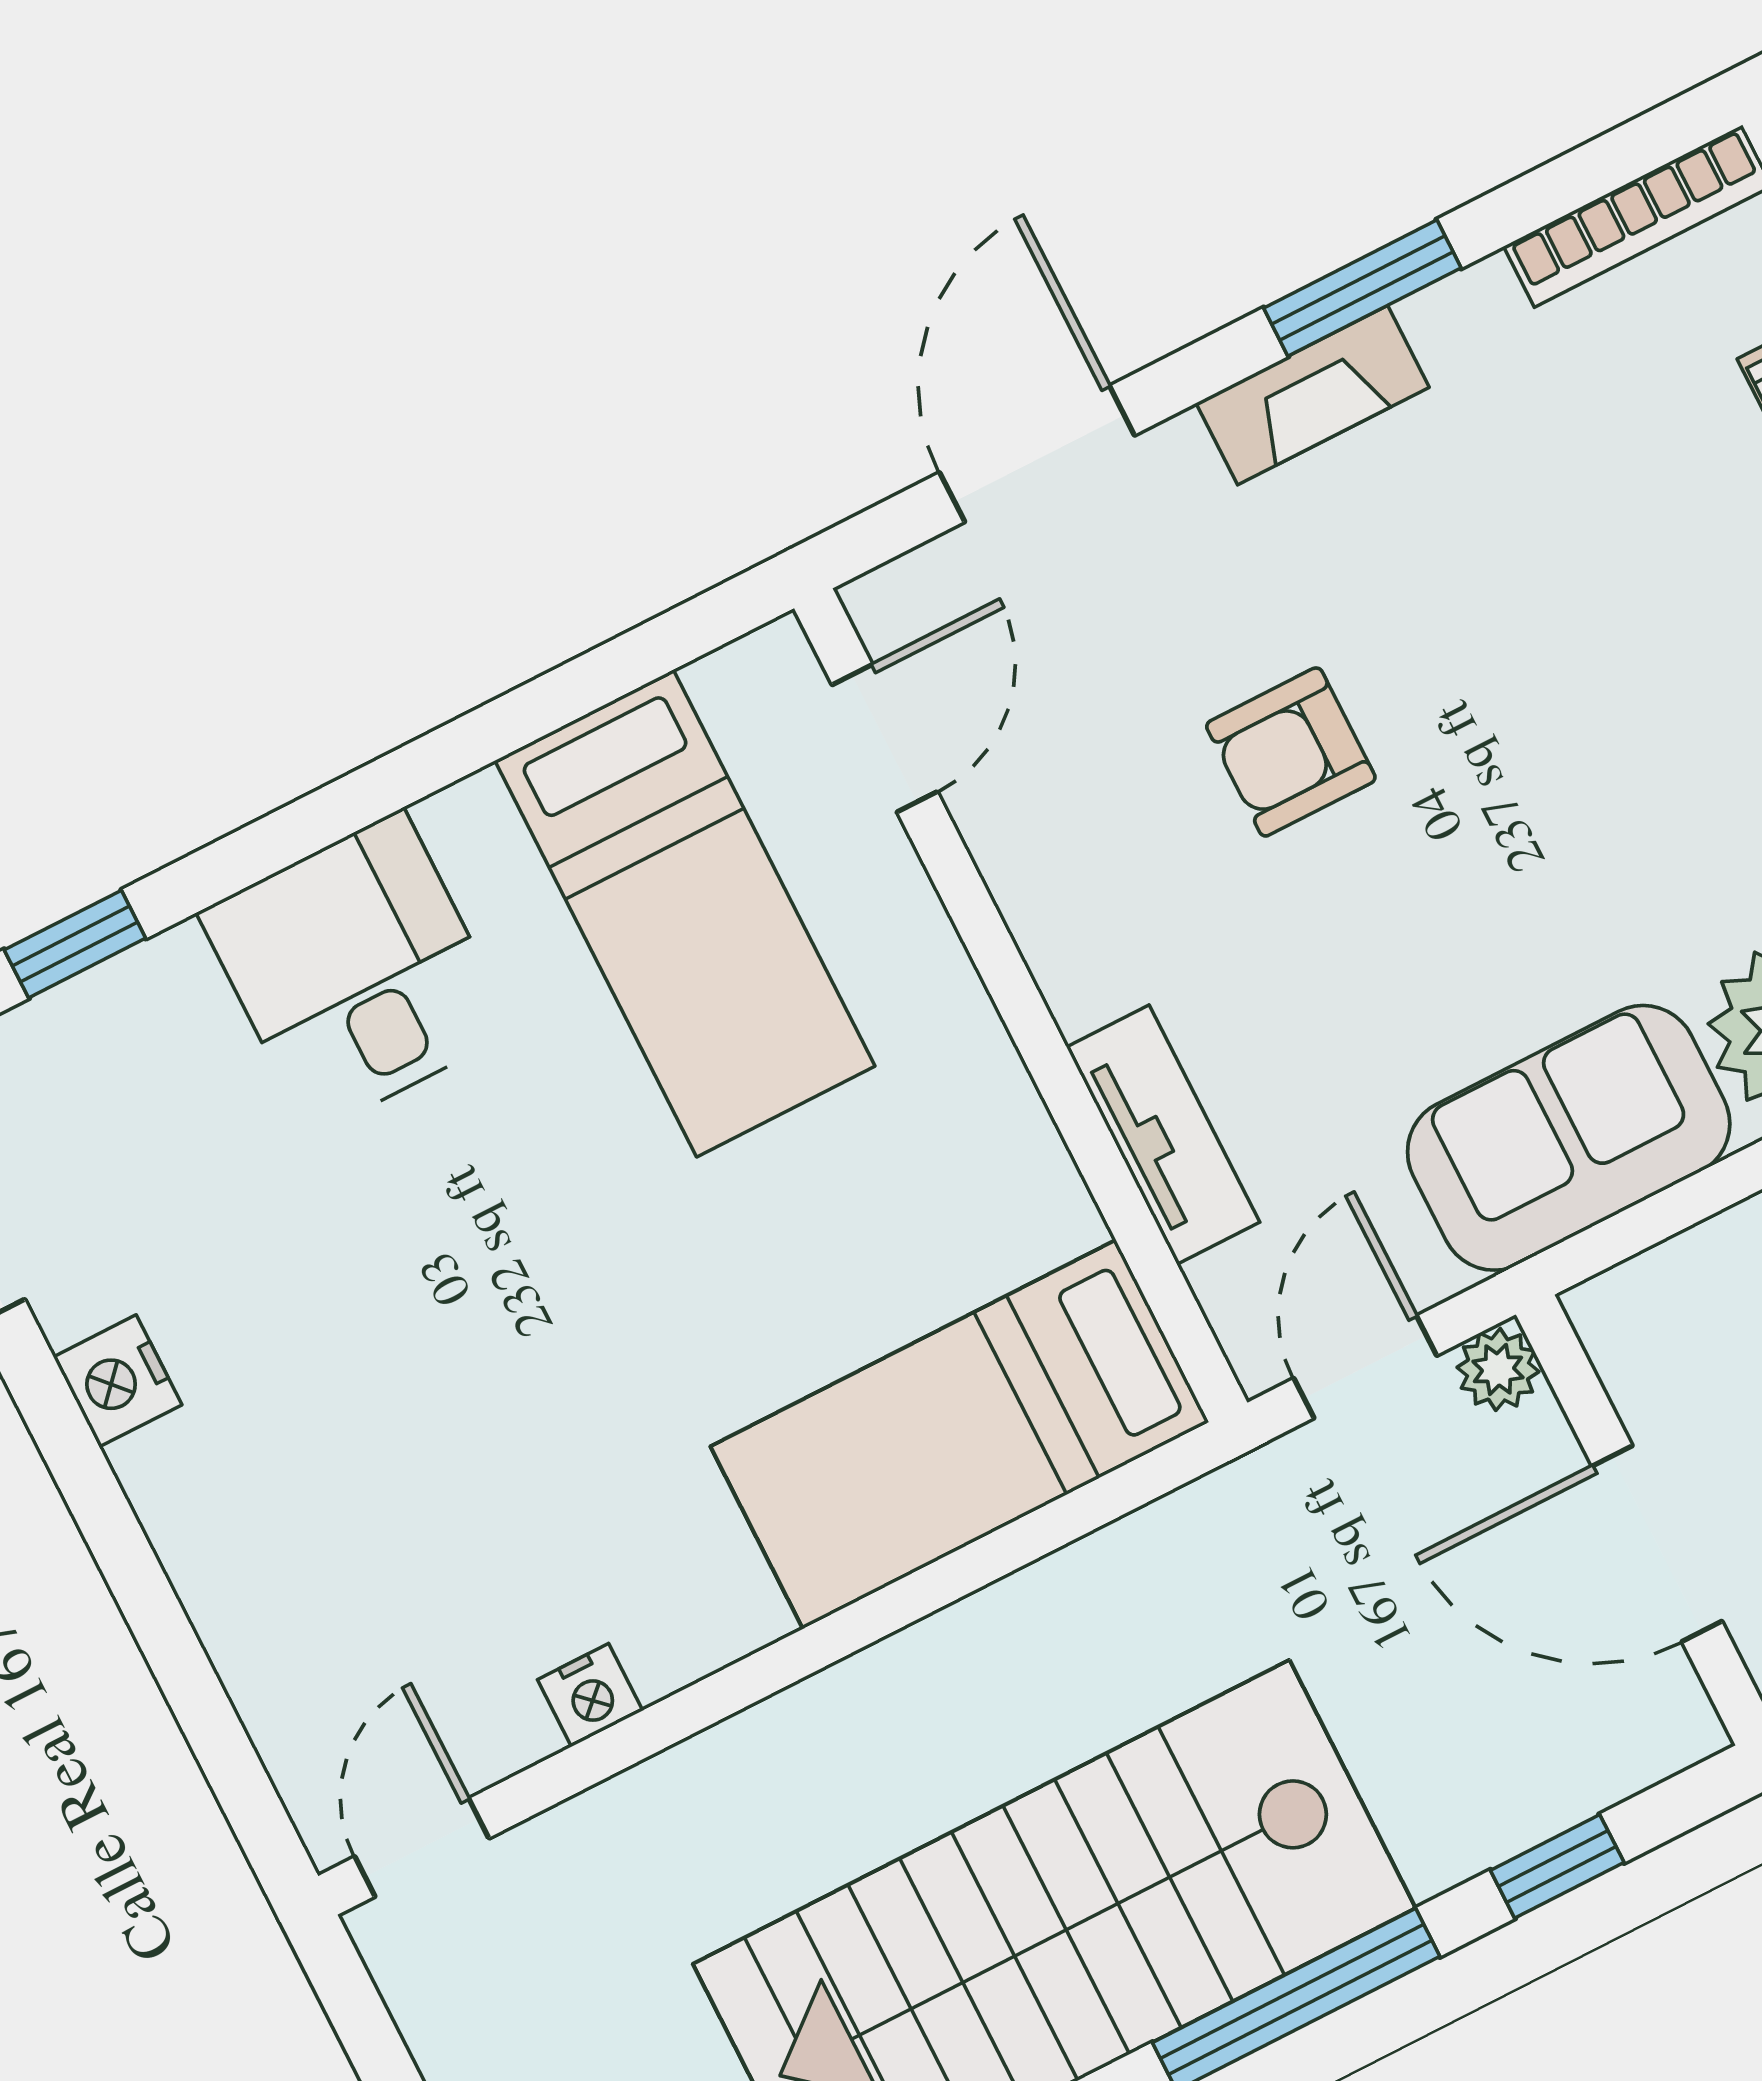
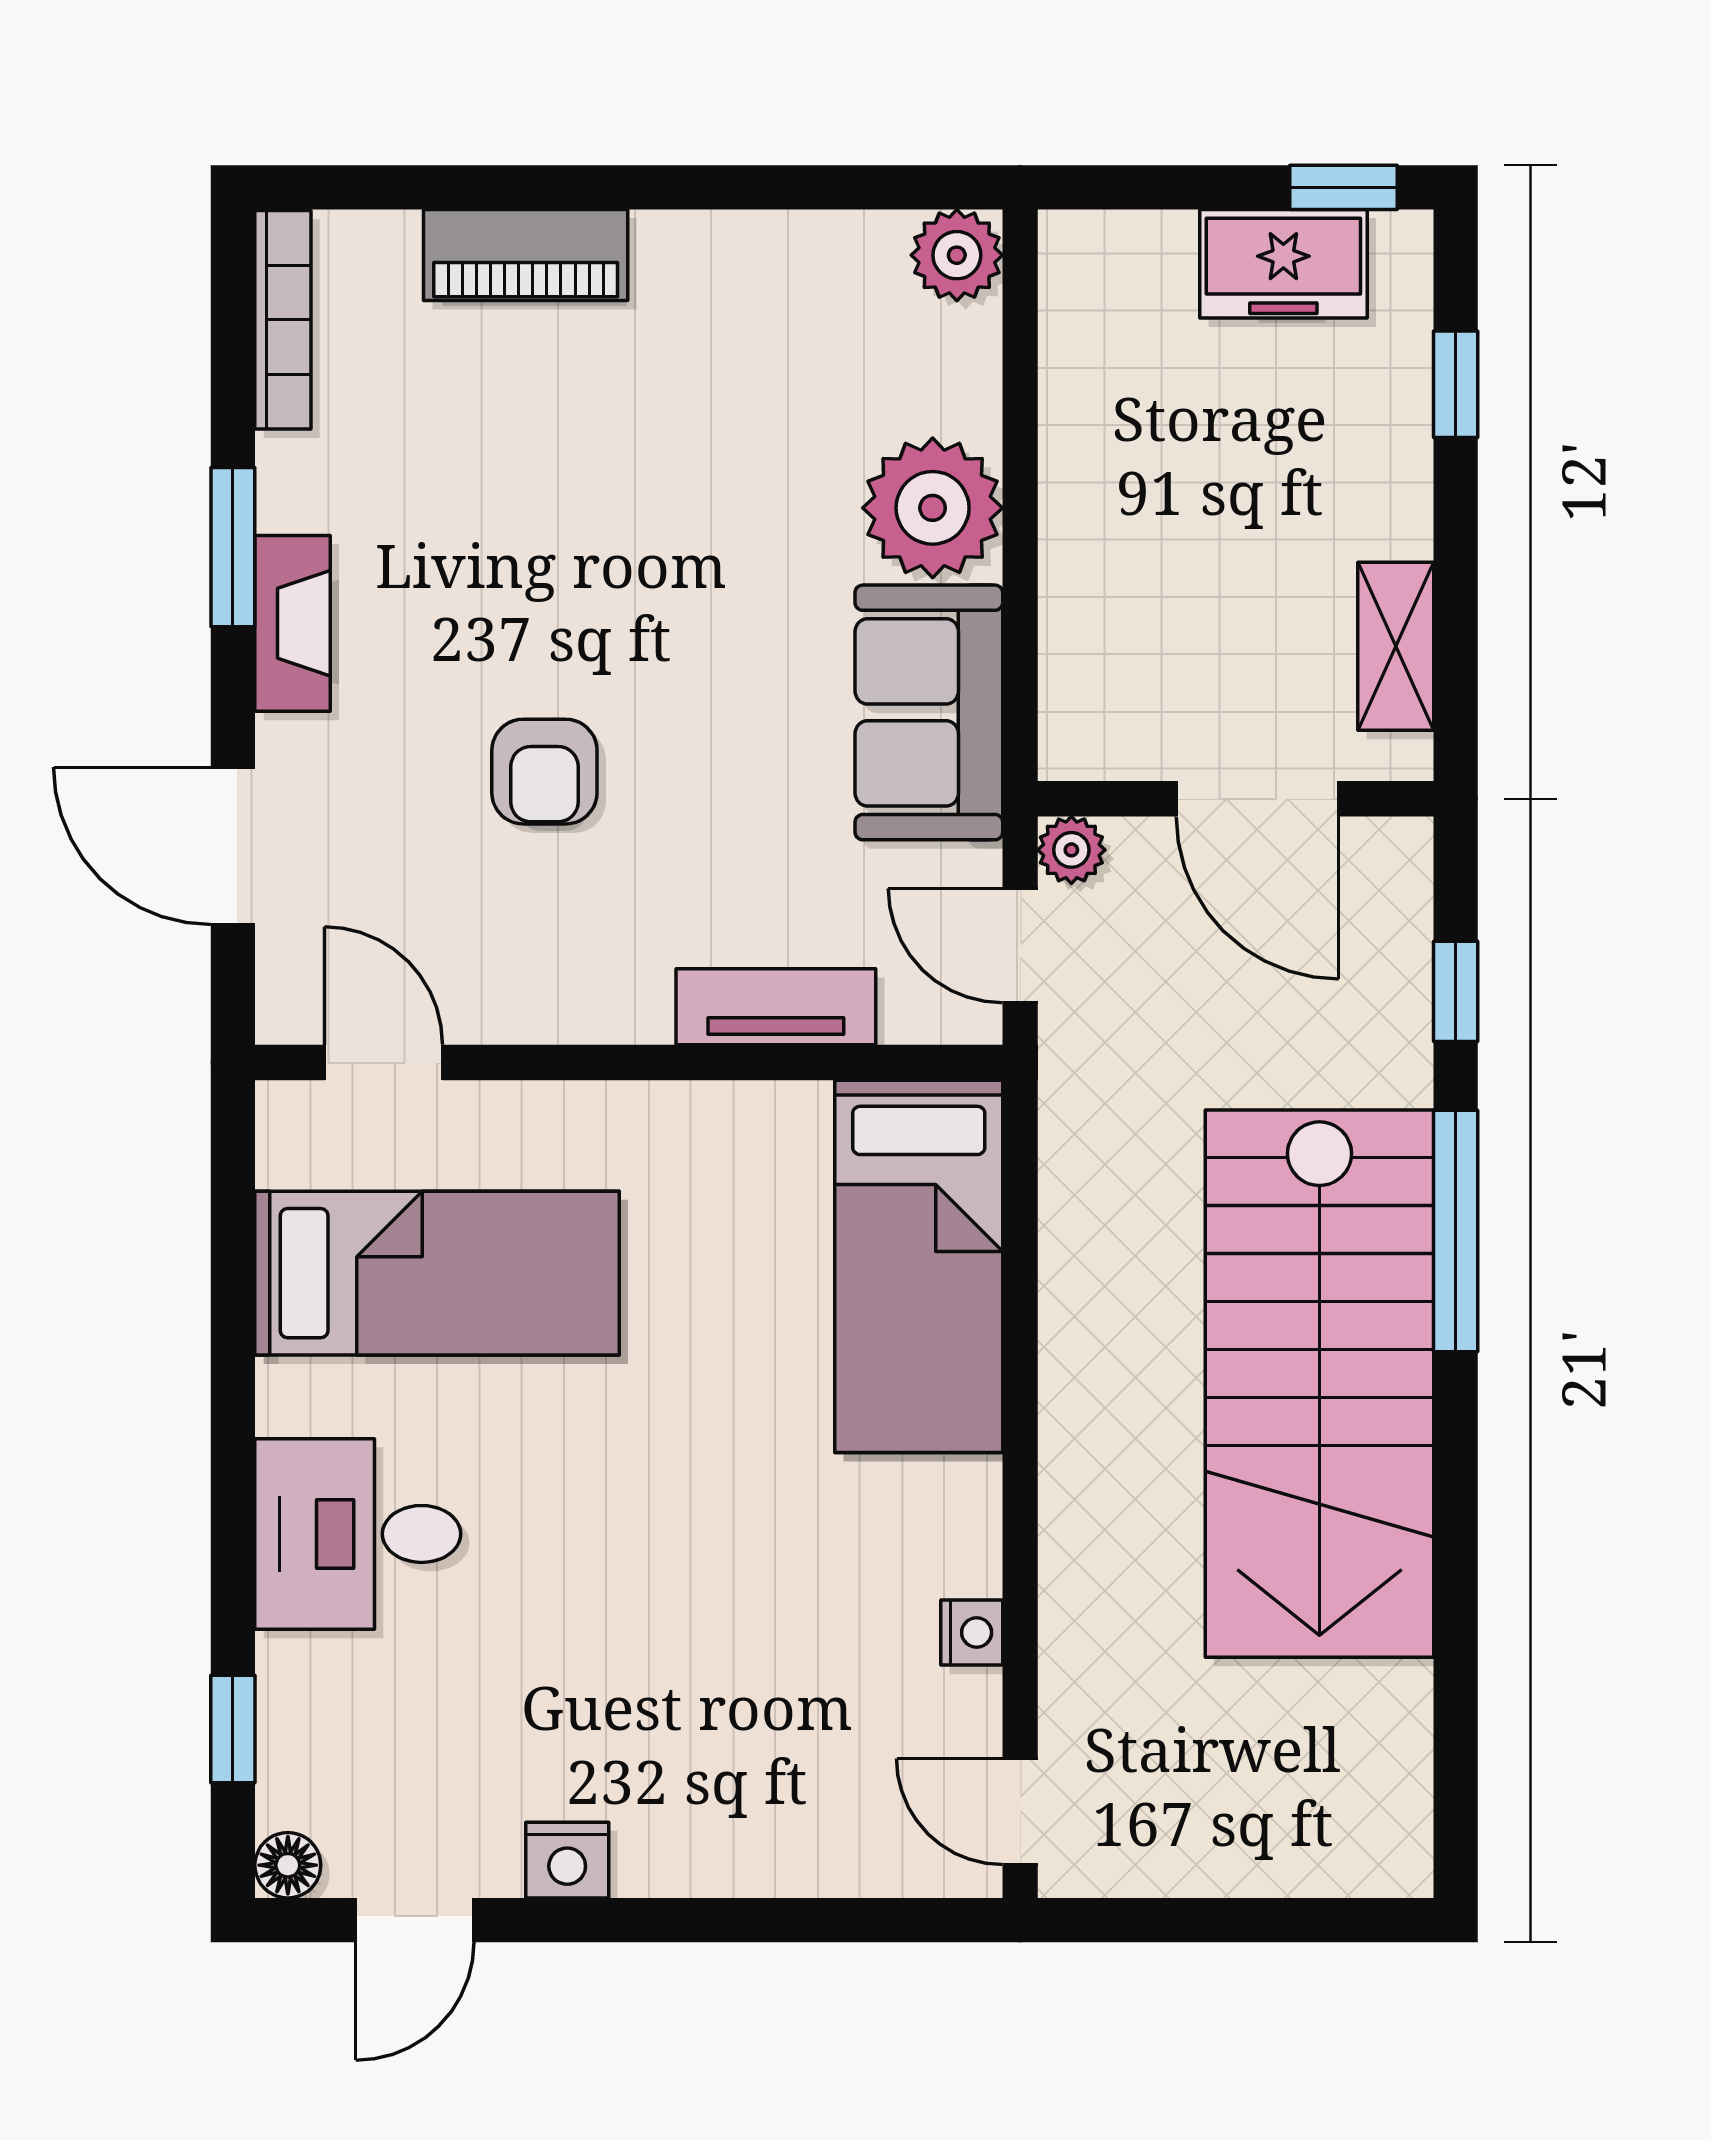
door: (1657, 1544) -> (1257, 799), hinge flipped

